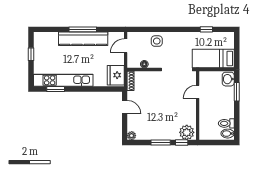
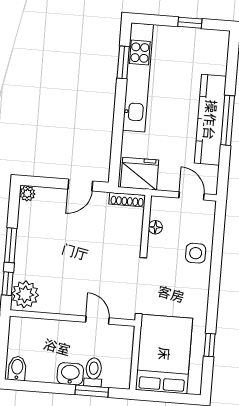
bed: (213, 59) -> (164, 354), width x1.50
washbasin: (228, 79) -> (70, 374), moved
toilet: (226, 123) -> (93, 372), moved

